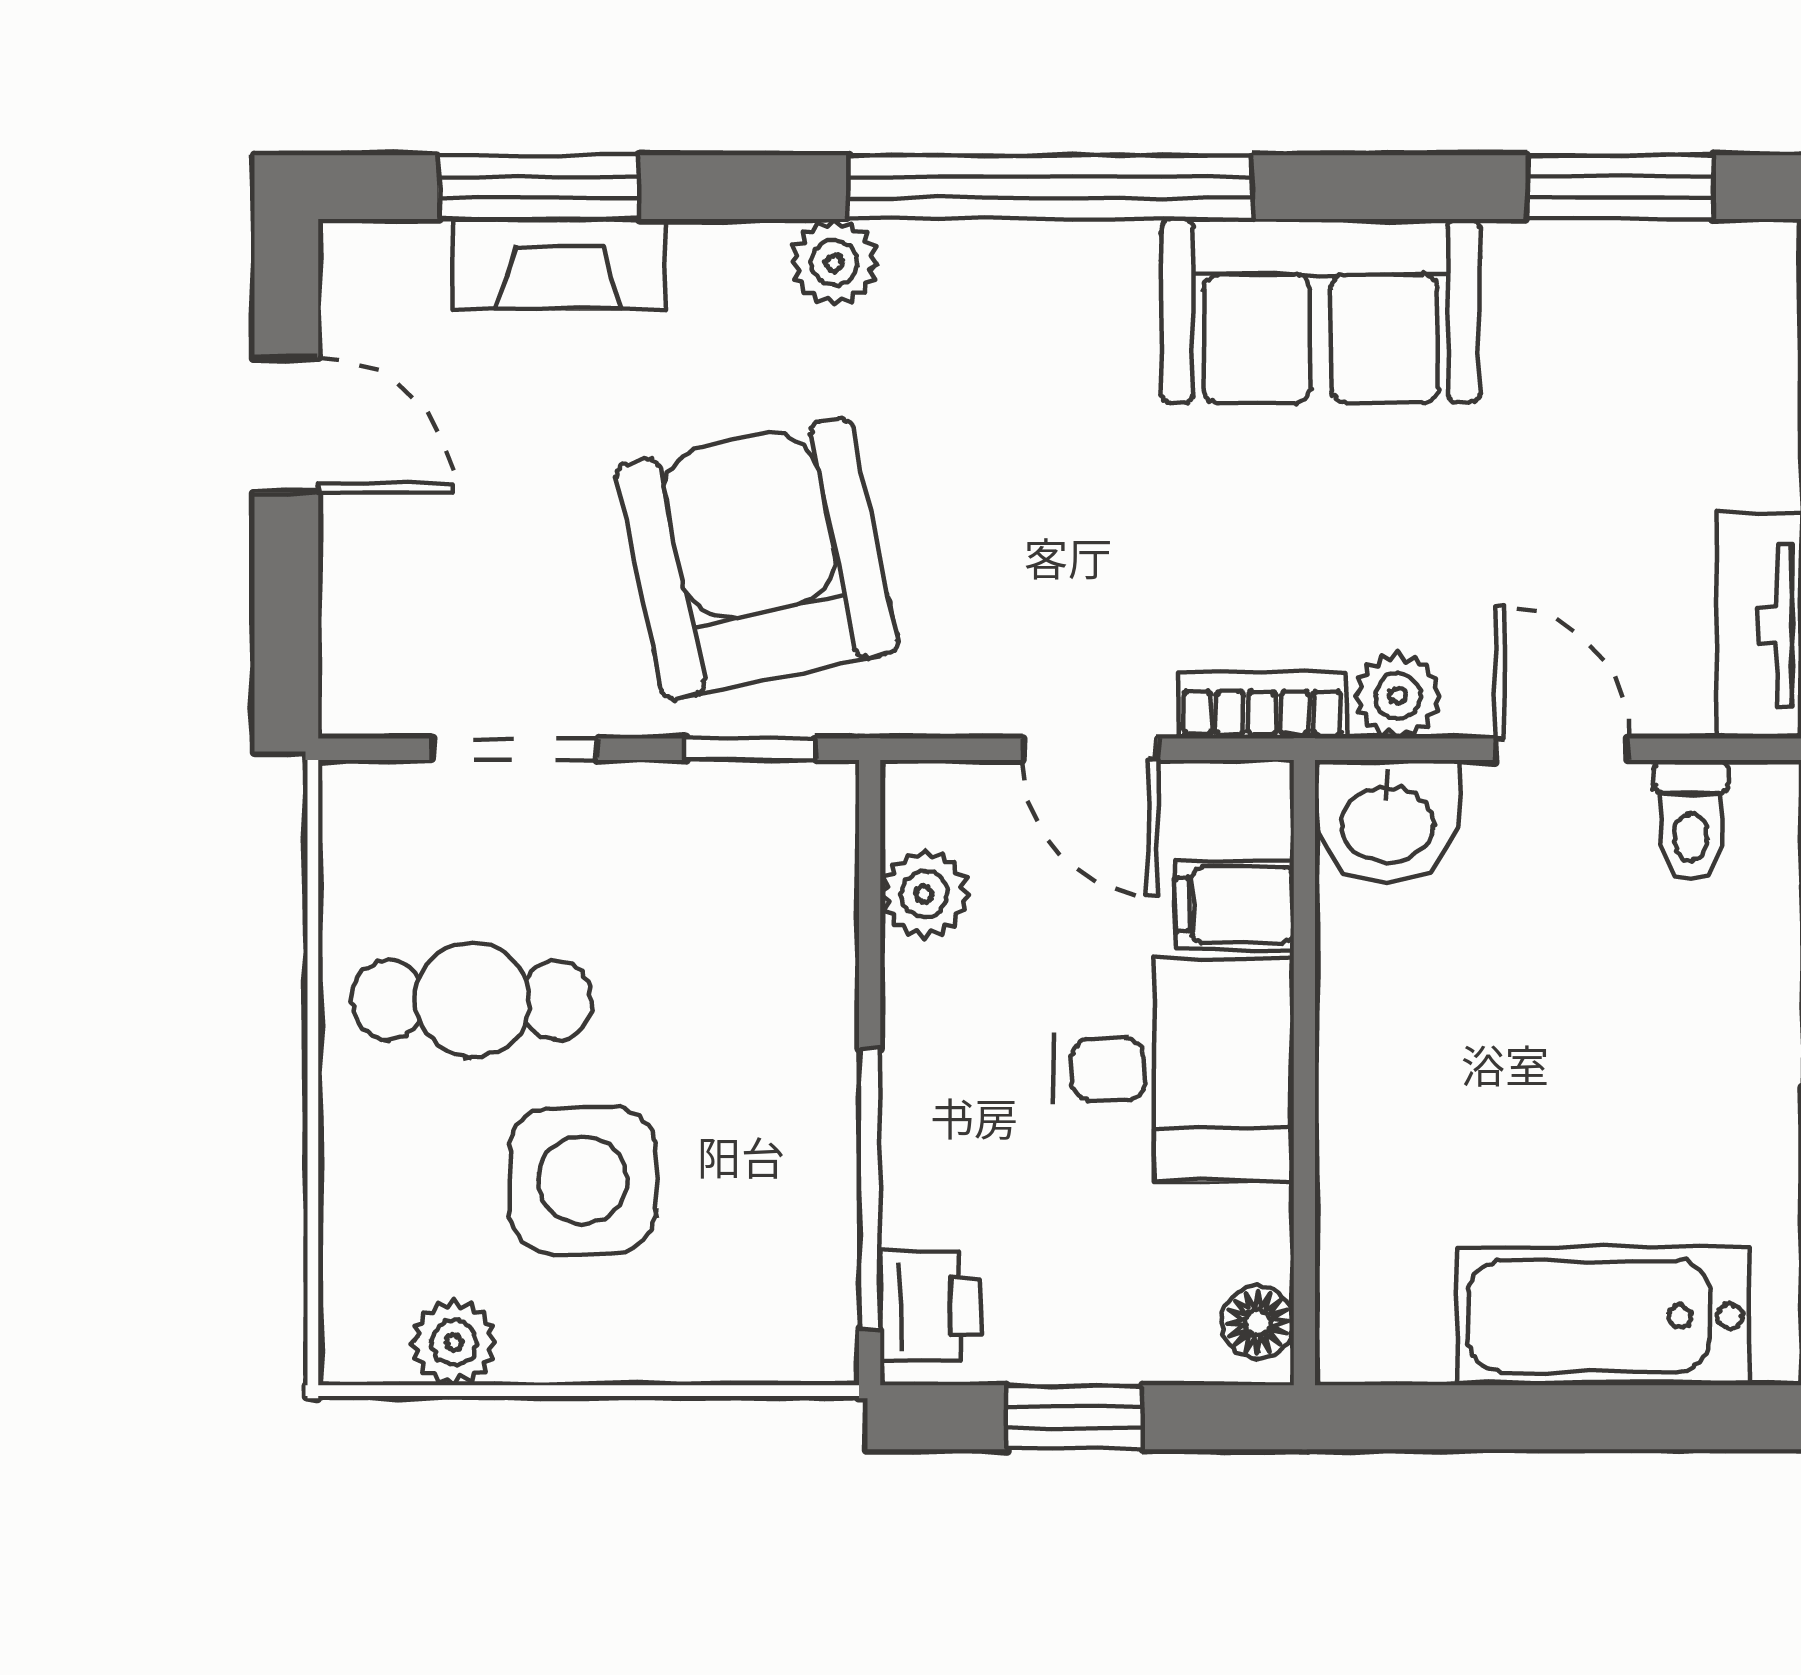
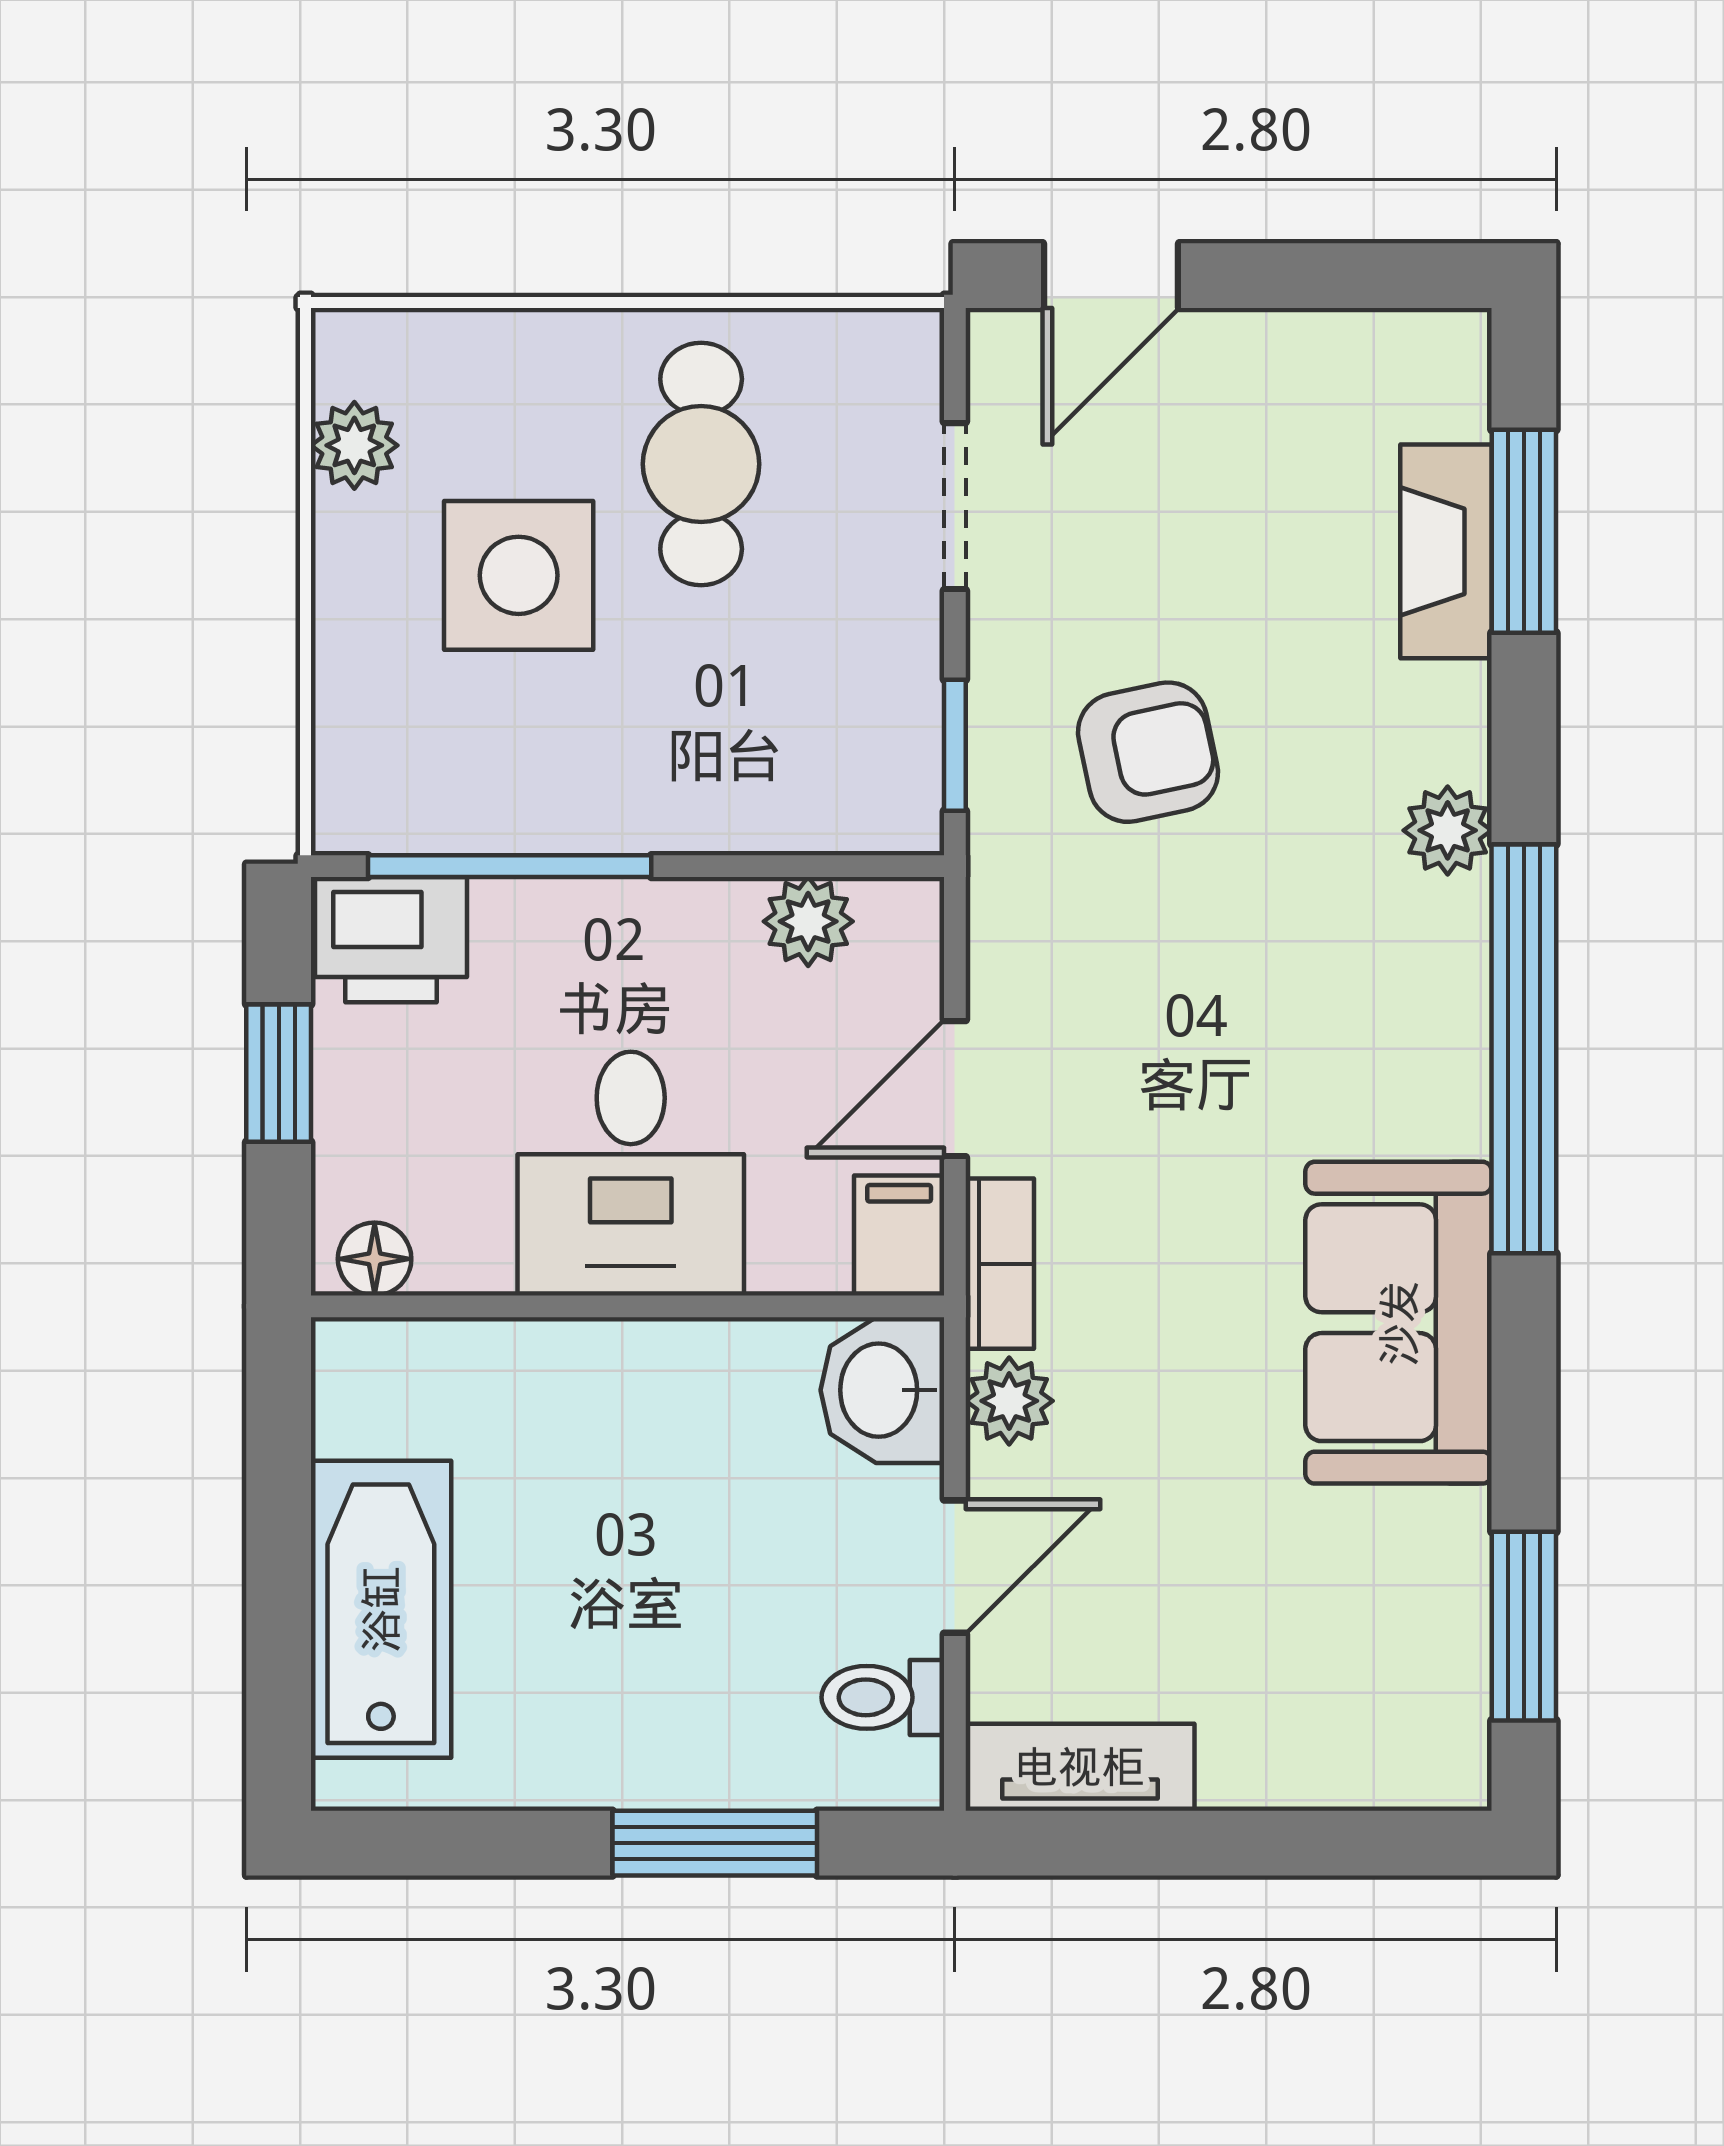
door: (286, 425) -> (1111, 276), moved
armchair: (757, 558) -> (1148, 752), width x0.53, depth x0.53
filing cabinet: (1234, 905) -> (899, 1235), moved
printer: (930, 1306) -> (391, 940), width x1.36, depth x1.24

